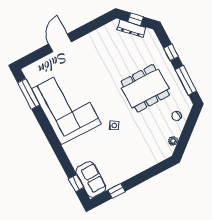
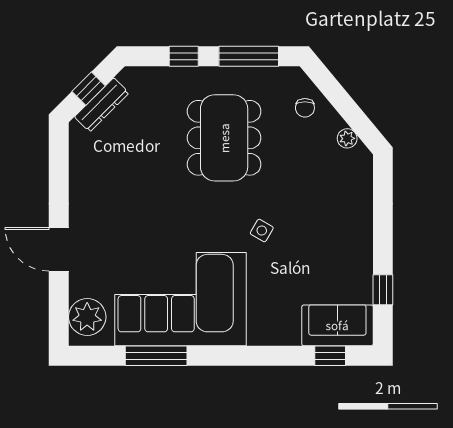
plant: (38, 70) -> (87, 317), added
window: (29, 94) -> (156, 356), moved

